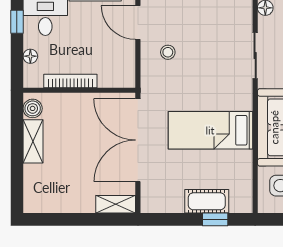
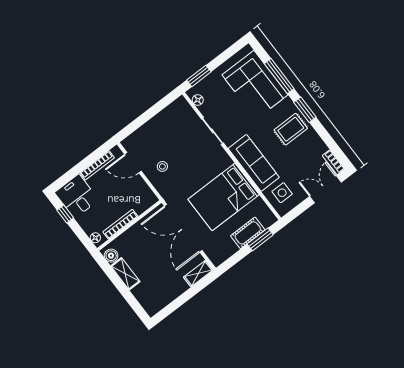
floor lamp: (30, 56) -> (95, 238), moved
bed: (210, 130) -> (224, 197), width x1.50
window: (215, 219) -> (260, 239), width x1.50

